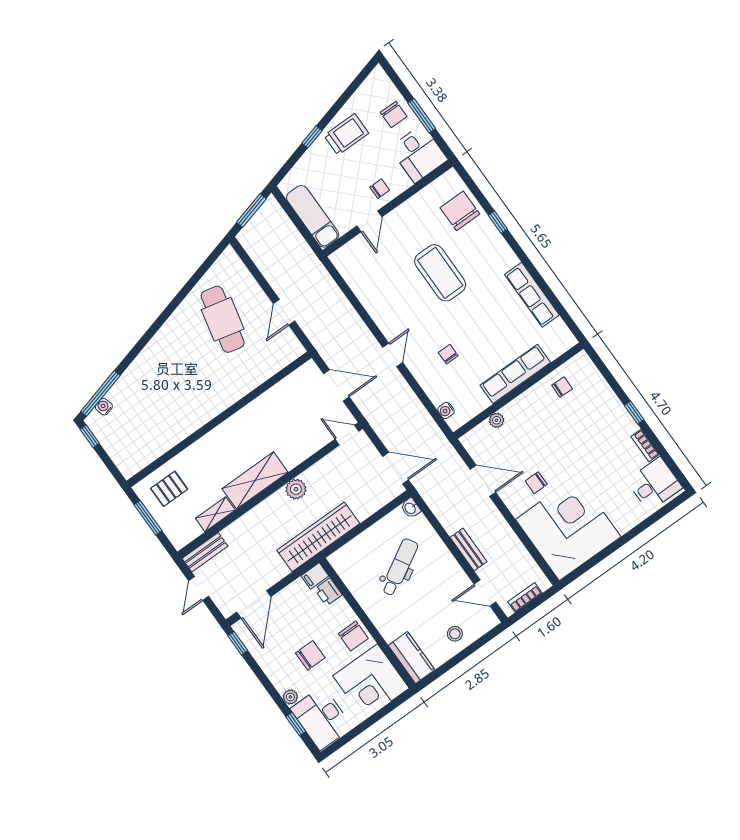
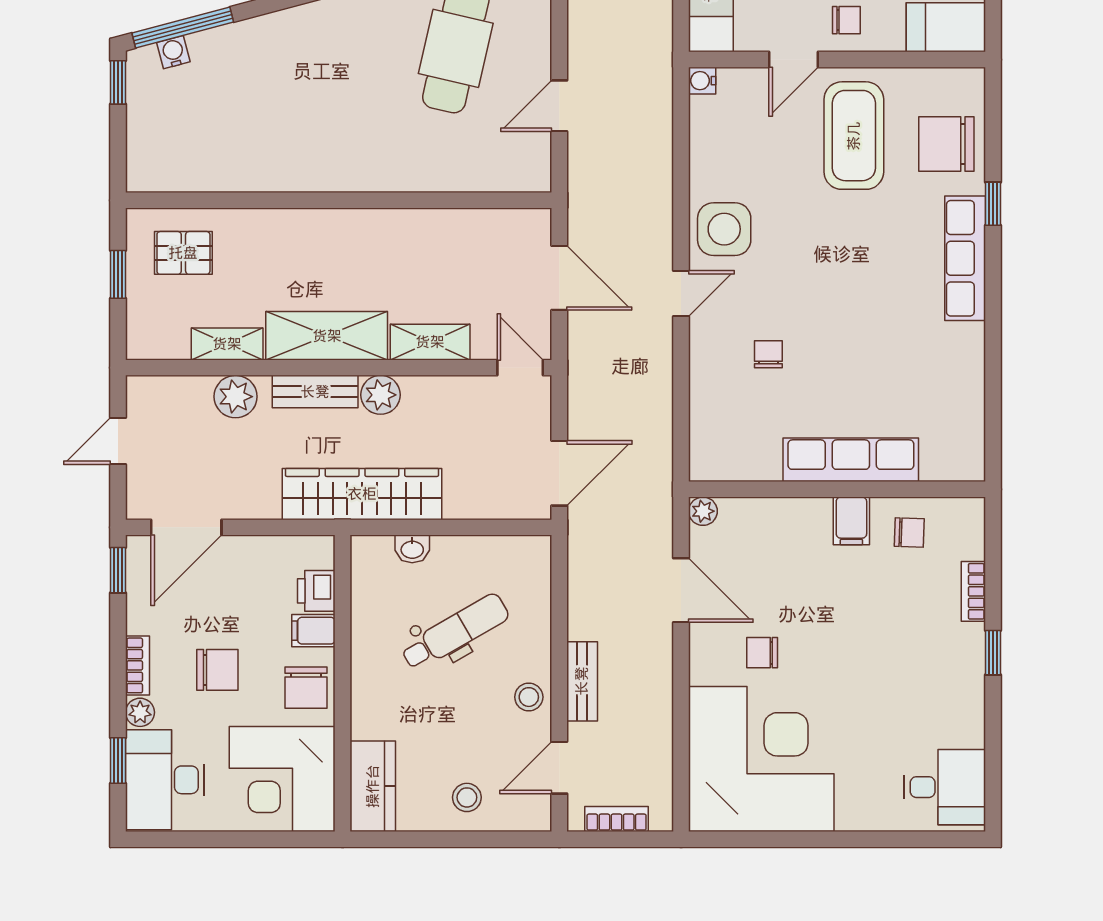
chair: (460, 211) -> (946, 144), turned -90
coffee table: (440, 273) -> (854, 136), moved
row of seats: (532, 295) -> (965, 258), moved
side table: (391, 314) -> (724, 229), added
filing cabinet: (534, 400) -> (851, 521), added
water cooler: (446, 410) -> (702, 81), moved
plant: (497, 420) -> (703, 511), moved
bookcase: (645, 445) -> (973, 591), moved
shelving: (301, 452) -> (430, 342), added
door: (396, 468) -> (559, 473), hinge flipped
washbasin: (410, 508) -> (412, 549), moved, turned -90
window: (148, 518) -> (118, 274), width x0.67
plant: (235, 534) -> (236, 397), added
bench: (205, 552) -> (315, 392), moved
stool: (451, 572) -> (529, 697), added
filing cabinet: (315, 576) -> (313, 631), moved
door: (485, 593) -> (559, 768), hinge flipped
bookcase: (275, 678) -> (138, 665), added

